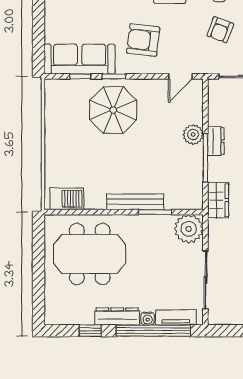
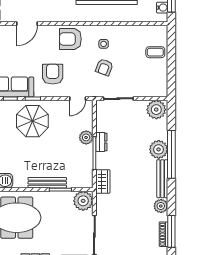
armchair: (143, 40) -> (53, 74), turned 83

